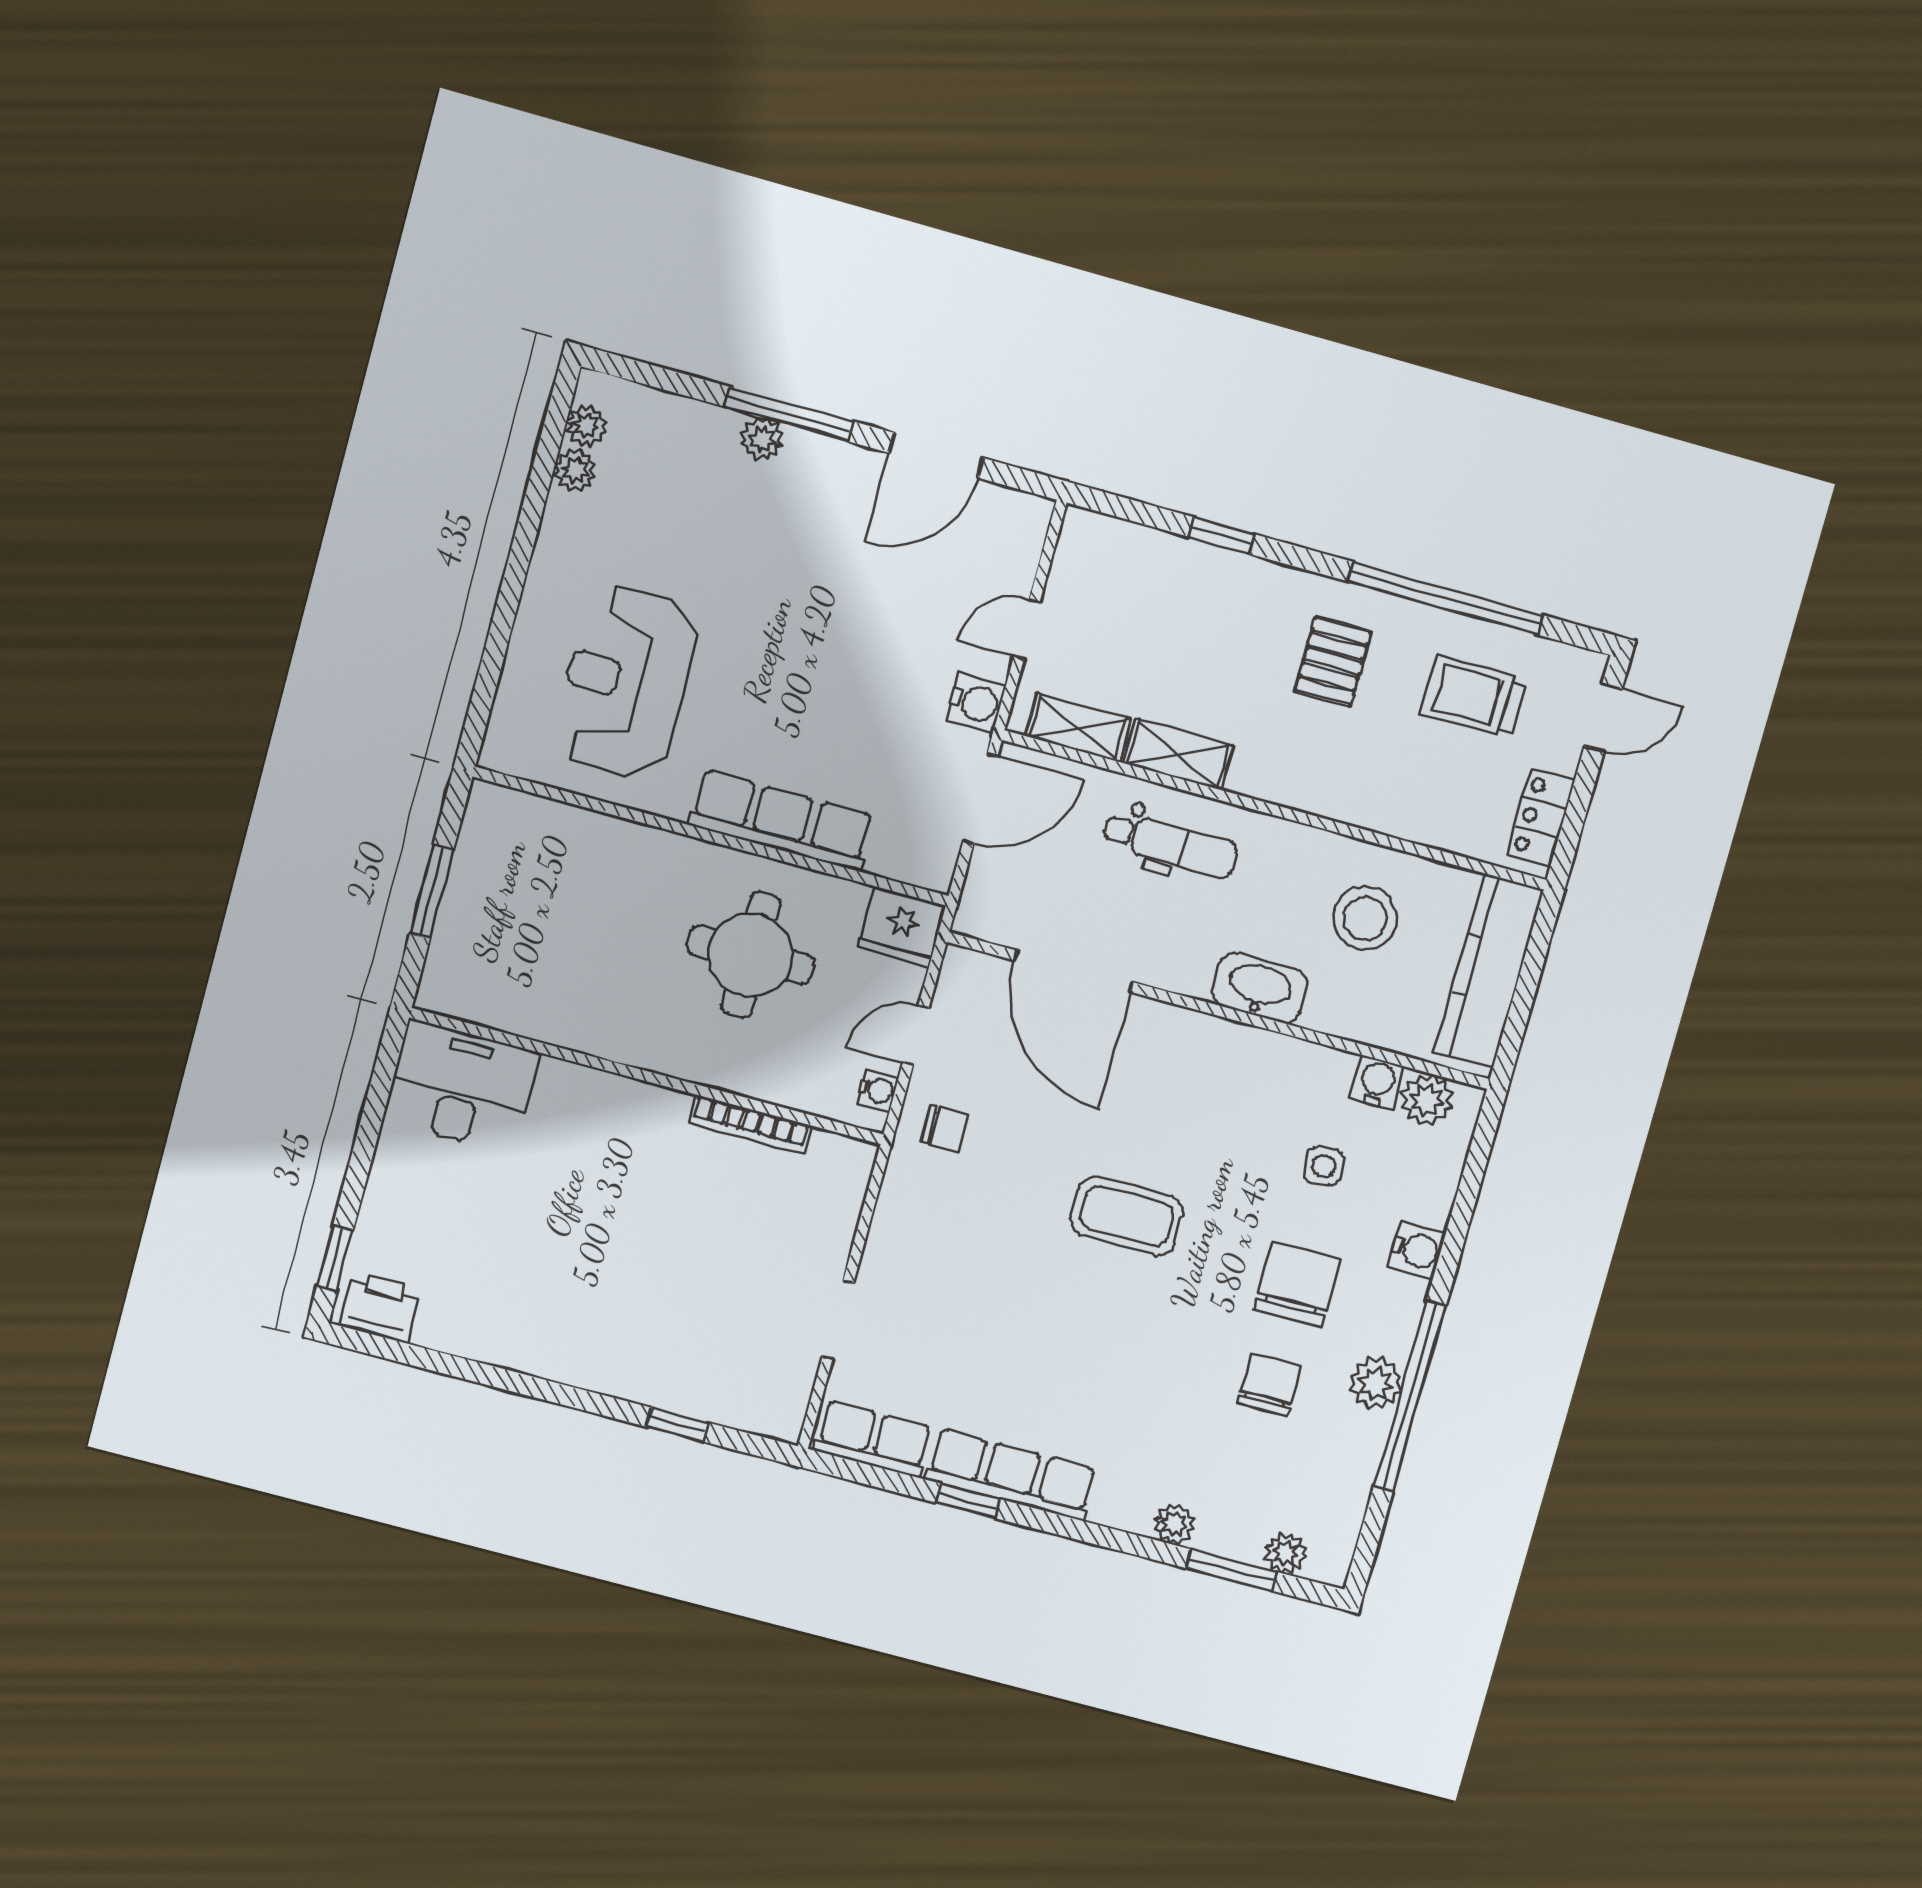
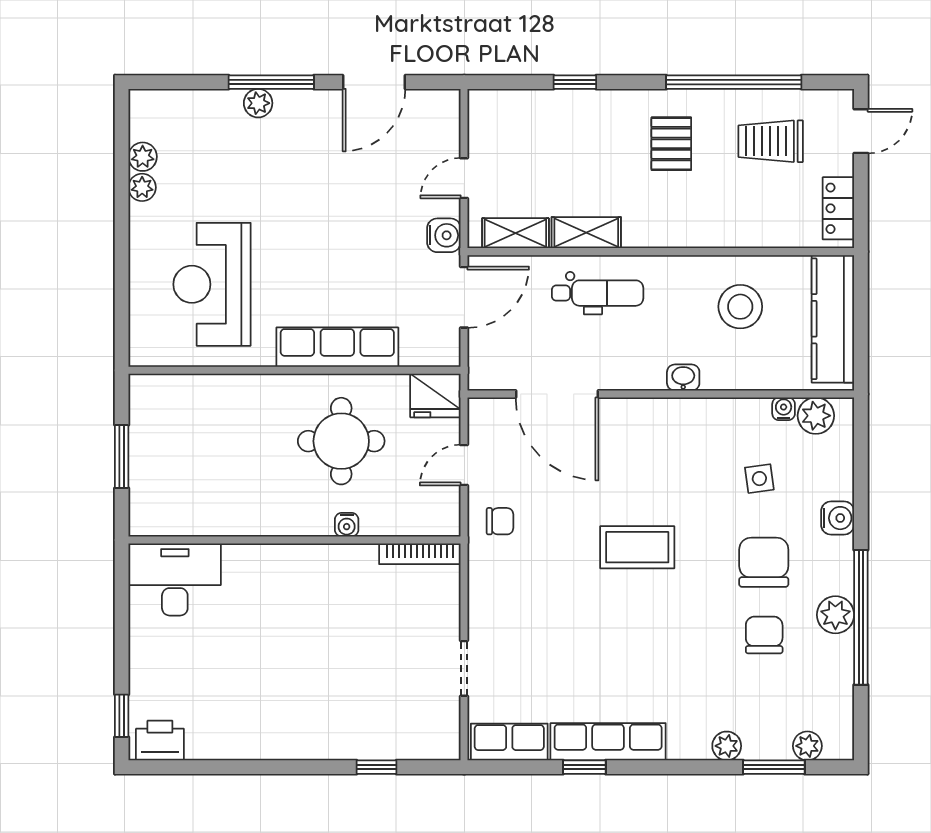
plant: (586, 426) -> (142, 187), moved
washbasin: (1260, 988) -> (683, 378), width x0.52, depth x0.69
water cooler: (1377, 1082) -> (784, 409), width x0.72, depth x0.72
water cooler: (878, 1090) -> (347, 525), moved, turned 90
bookcase: (750, 1125) -> (420, 554), moved

